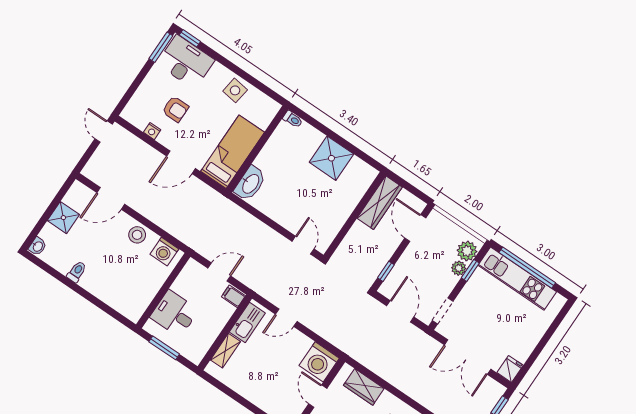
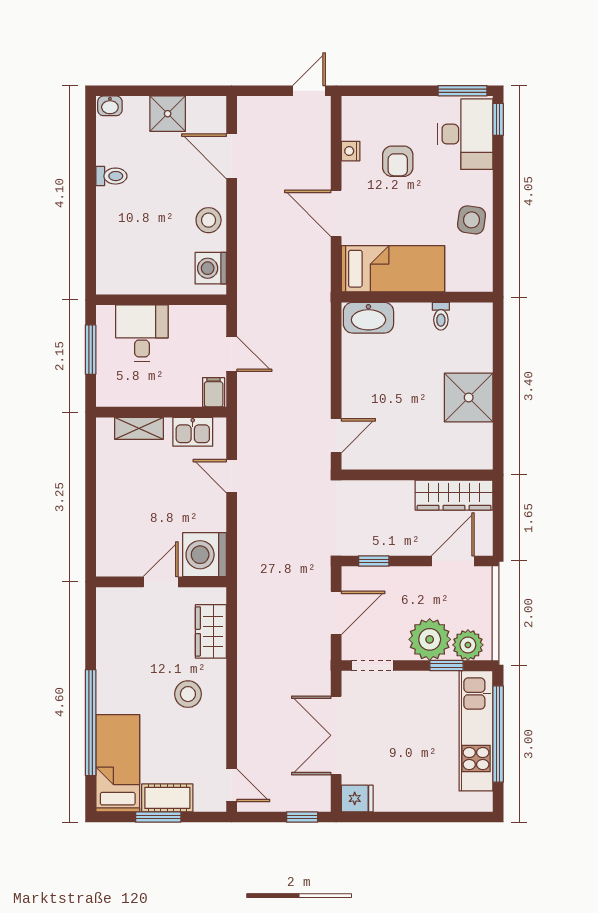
toilet: (293, 119) -> (441, 316), moved
plant: (459, 268) -> (430, 639), width x1.87, depth x1.87
kitchen sink: (247, 322) -> (193, 432), width x0.73

